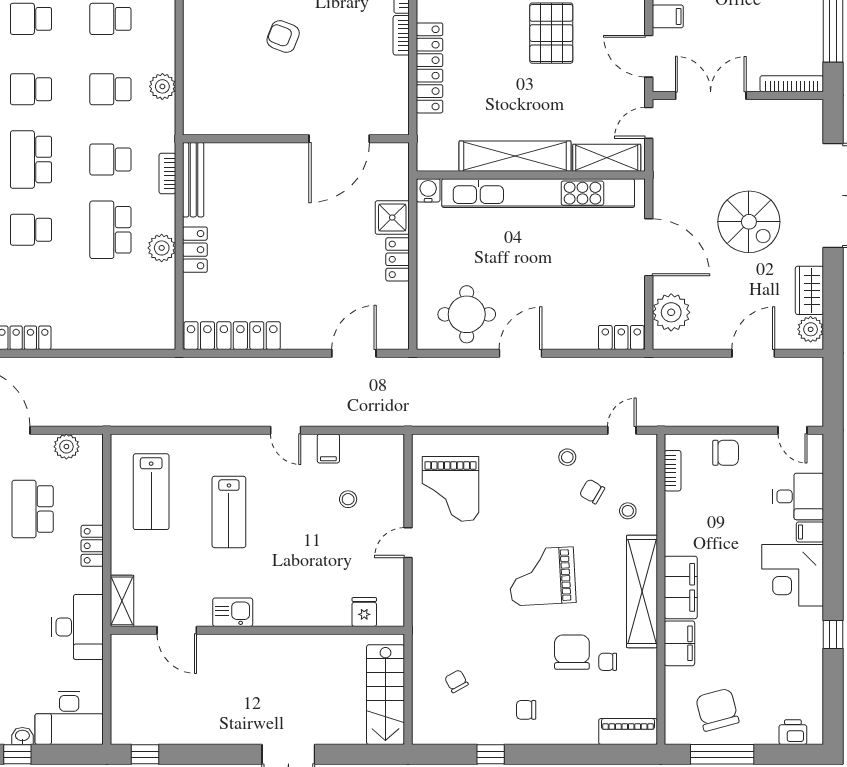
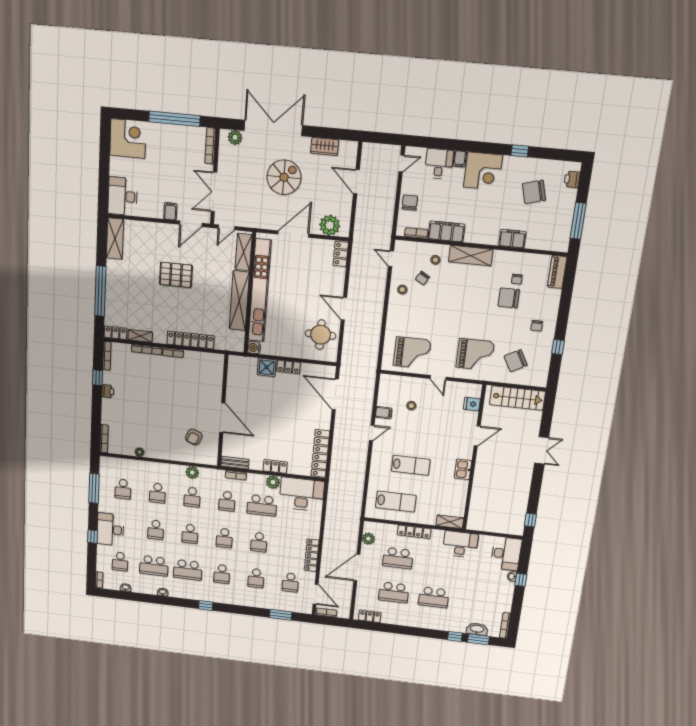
armchair: (283, 37) -> (194, 437), moved
door: (649, 123) -> (226, 227), hinge flipped
door: (339, 139) -> (222, 418), moved
school desk: (31, 159) -> (224, 538), width x0.54
bench: (193, 180) -> (235, 463), width x0.73
desk: (143, 307) -> (302, 494), added
plant: (811, 329) -> (235, 137), moved
door: (354, 353) -> (335, 394), width x1.36
locker: (92, 546) -> (414, 532), width x1.53
grand piano: (542, 576) -> (475, 355), moved, turned -87
filing cabinet: (681, 587) -> (446, 231), moved
shelving: (642, 591) -> (471, 256), width x0.68
door: (177, 630) -> (477, 436), moved
chair: (456, 681) -> (516, 361), width x1.87, depth x1.87
chair: (717, 710) -> (534, 192), moved

